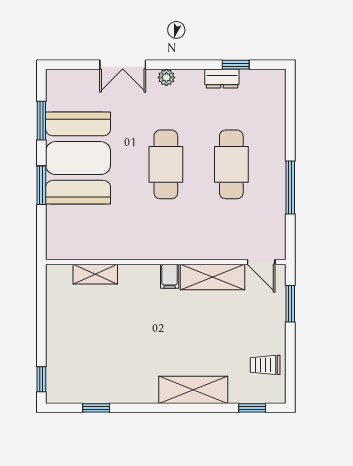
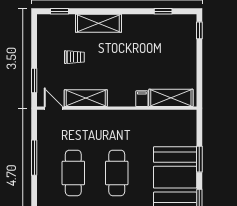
shelving: (95, 274) -> (171, 98), width x1.50, depth x1.33
filing cabinet: (170, 276) -> (142, 99), moved
trolley: (265, 365) -> (74, 57), moved

